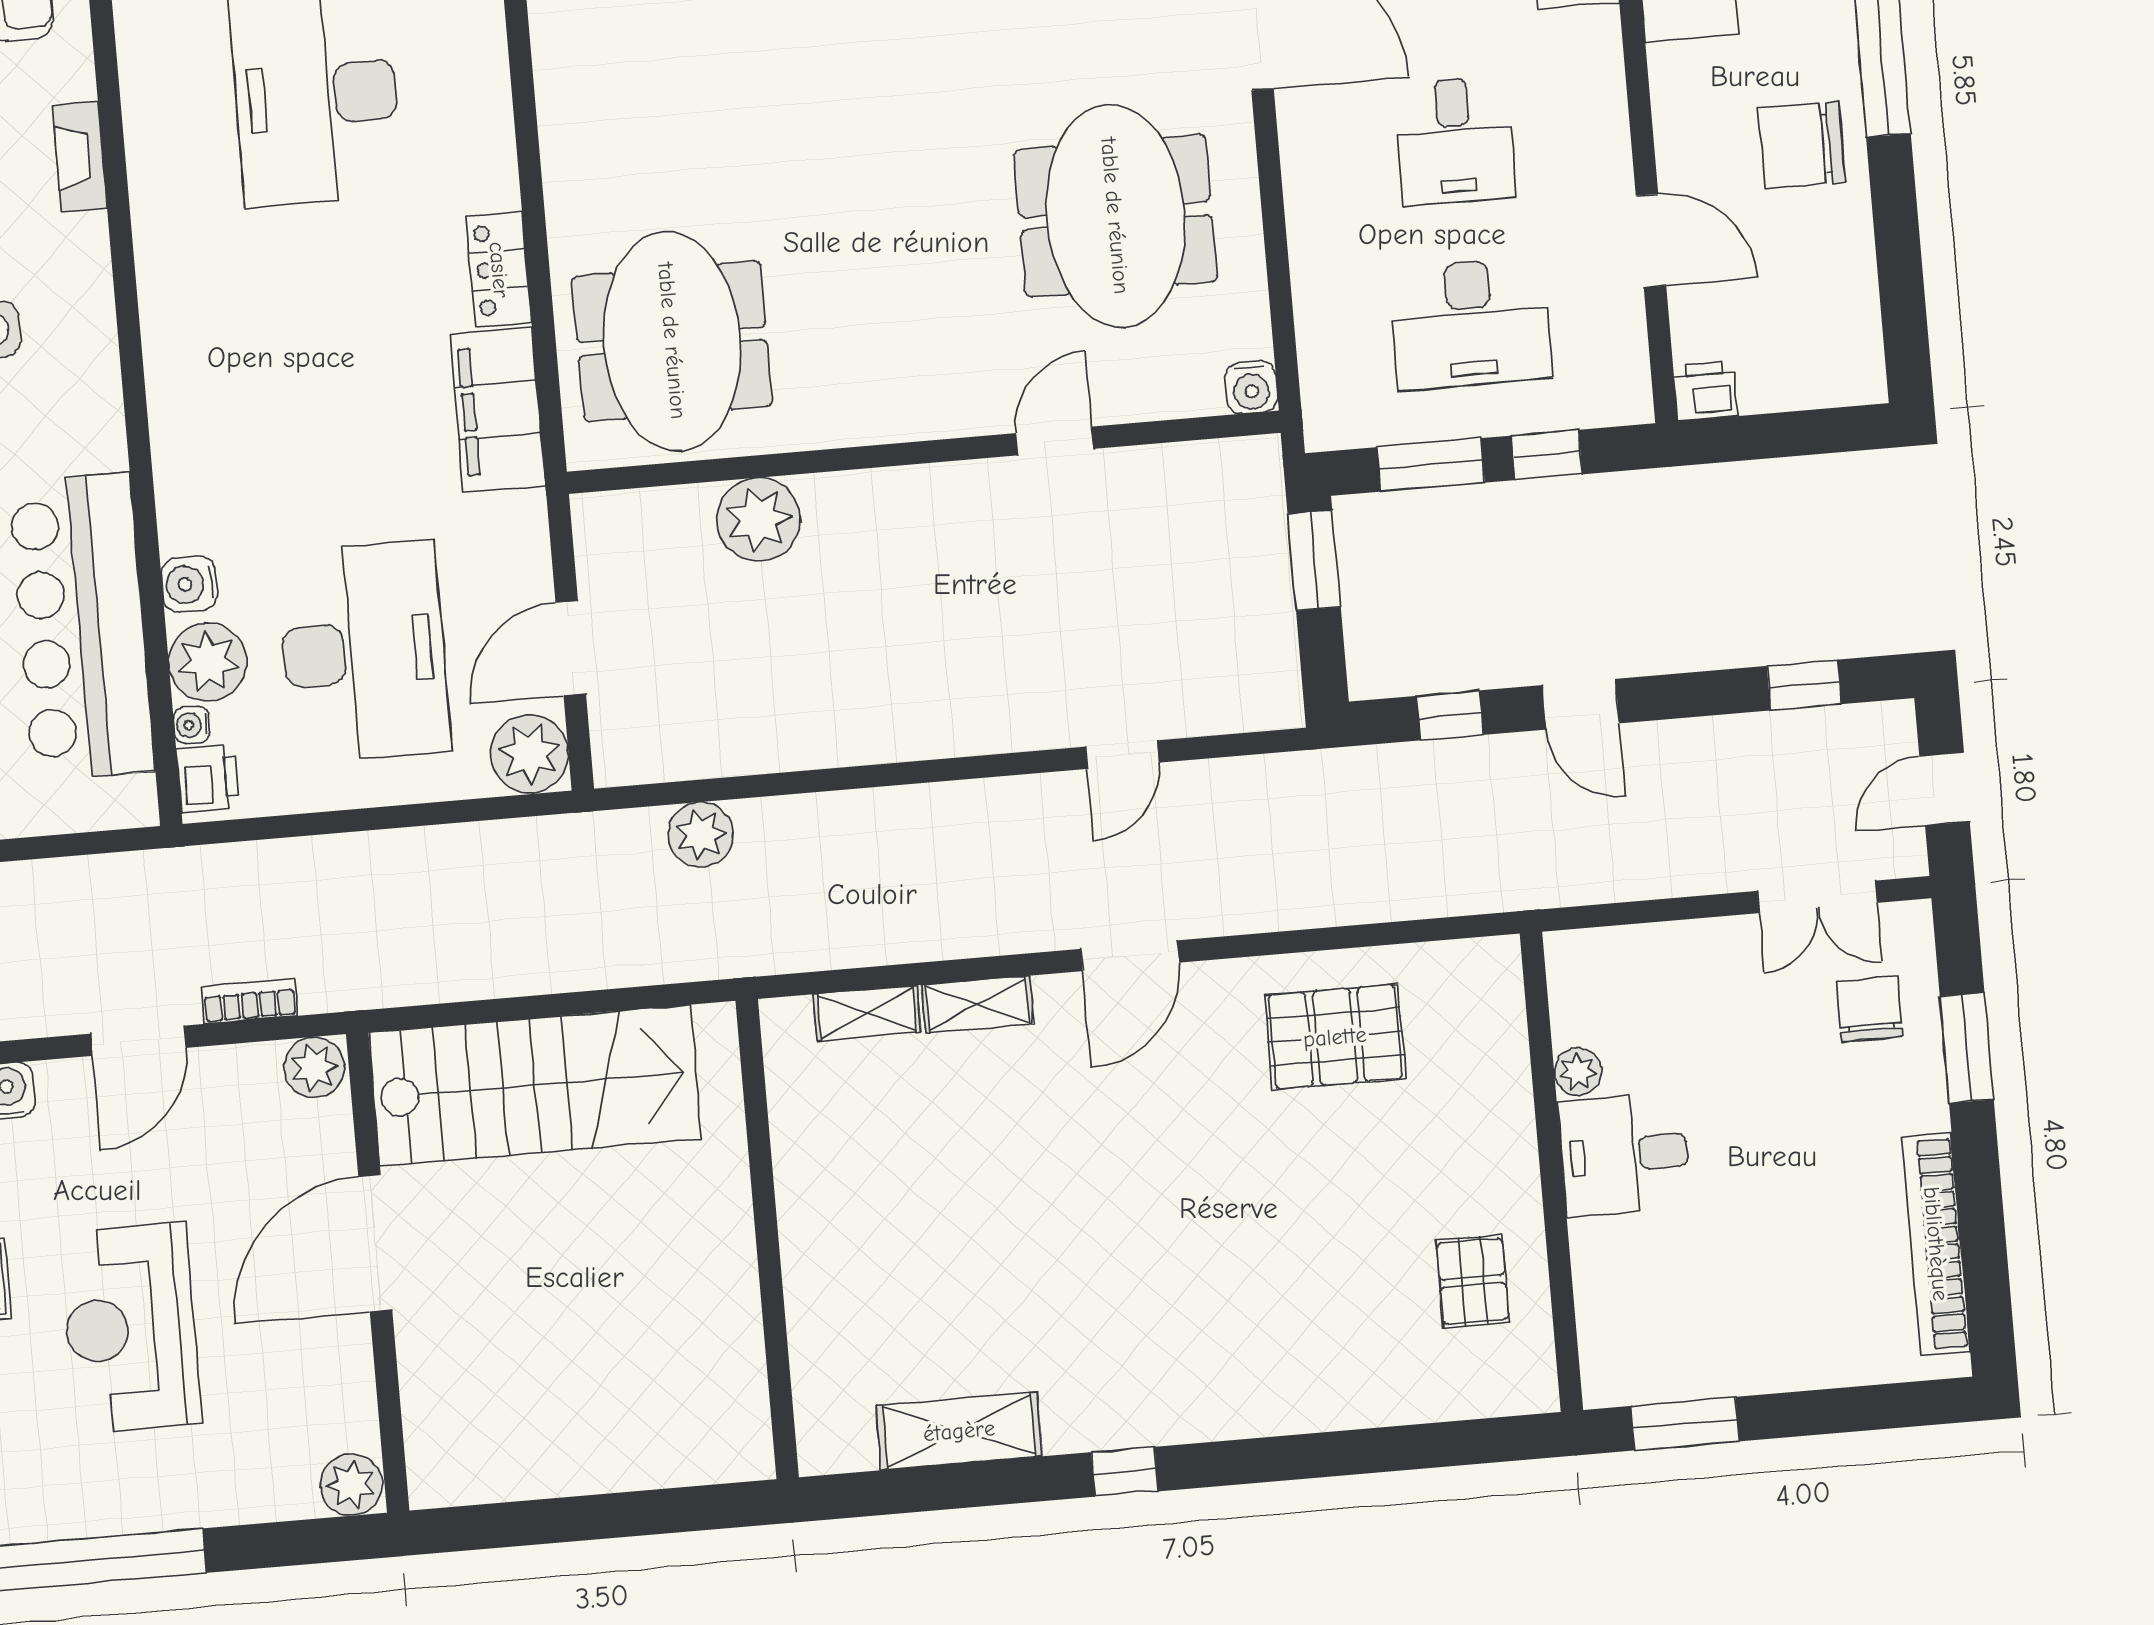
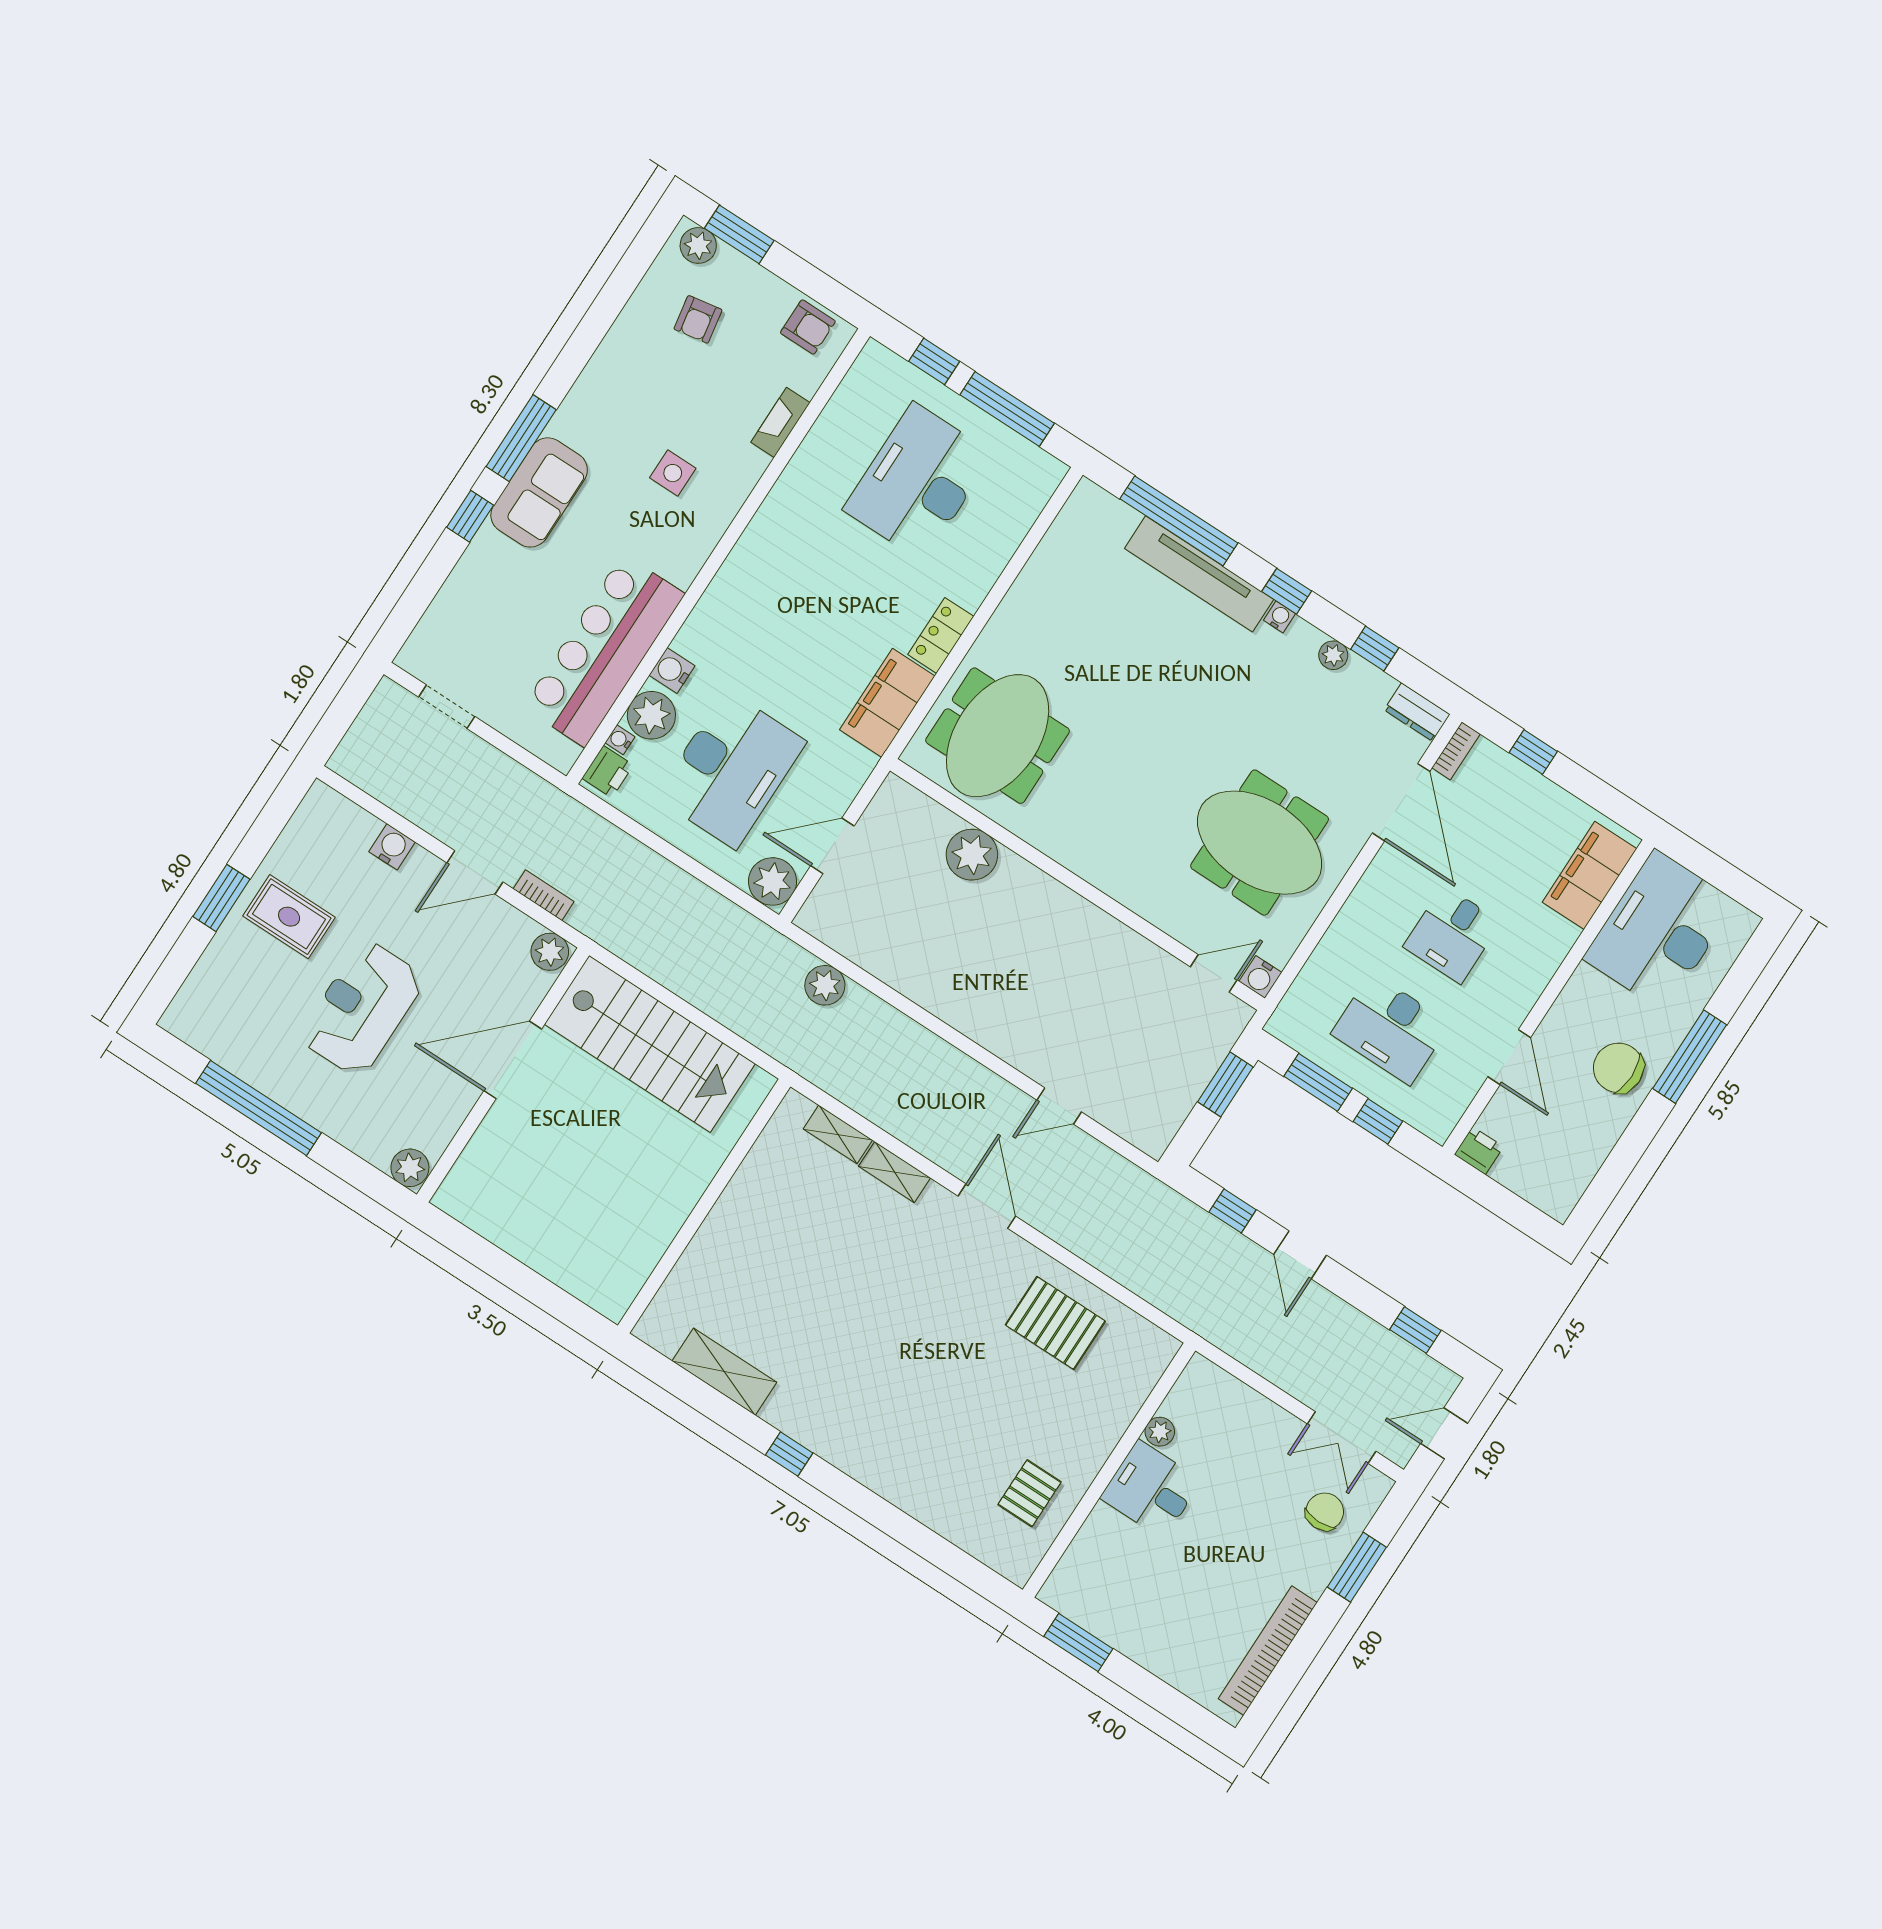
meeting table: (1115, 216) -> (1260, 843), turned 90
door: (1054, 441) -> (1214, 973), moved
door: (1130, 956) -> (987, 1206), swing flipped

